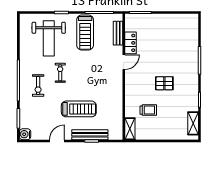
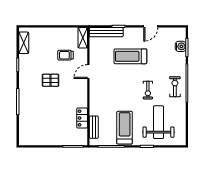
door: (124, 62) -> (88, 72), moved
exercise bike: (38, 85) -> (175, 87), moved
water cooler: (25, 134) -> (181, 46), moved
bench: (90, 135) -> (106, 32), moved

